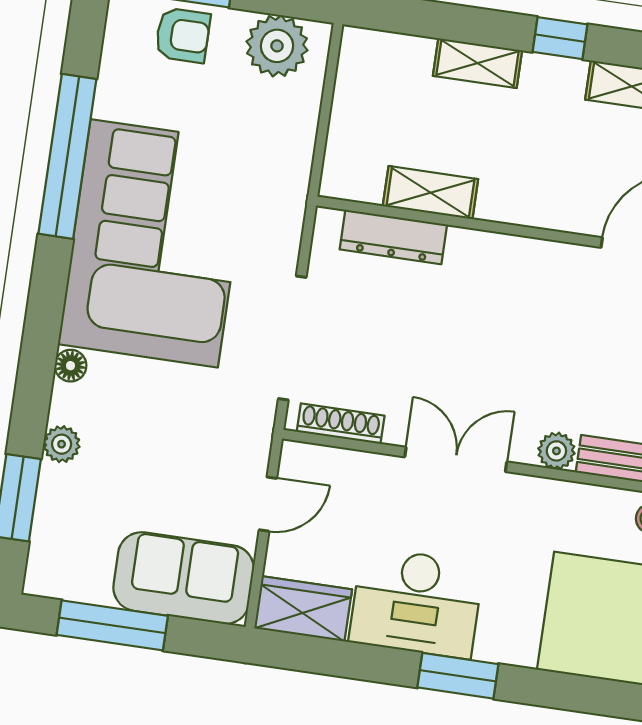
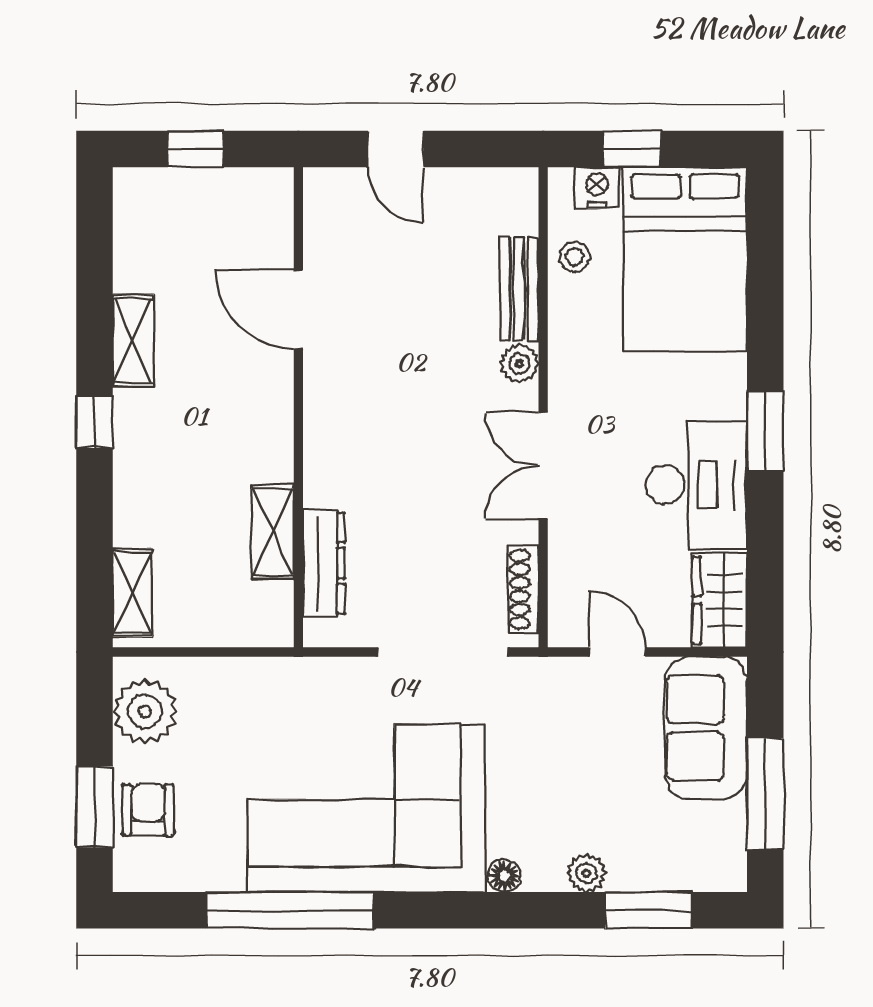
shelving: (477, 63) -> (132, 593), moved

